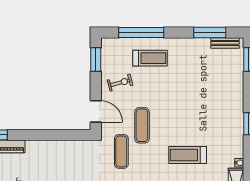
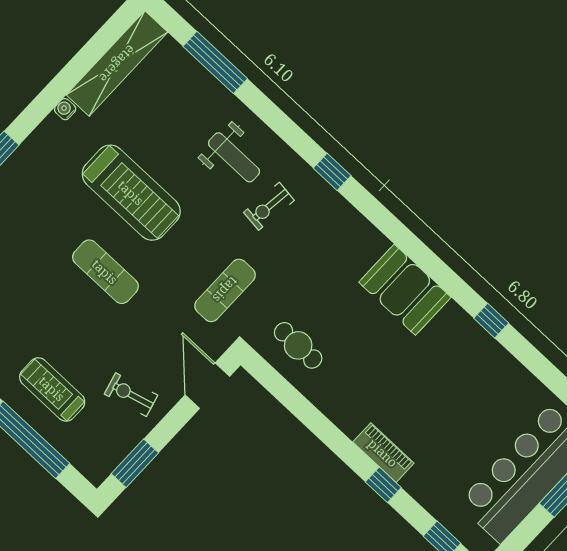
exercise mat: (142, 125) -> (105, 272), moved, turned 90
treadmill: (188, 155) -> (131, 193), width x1.37, depth x1.38
cafe table: (77, 156) -> (298, 345), added

